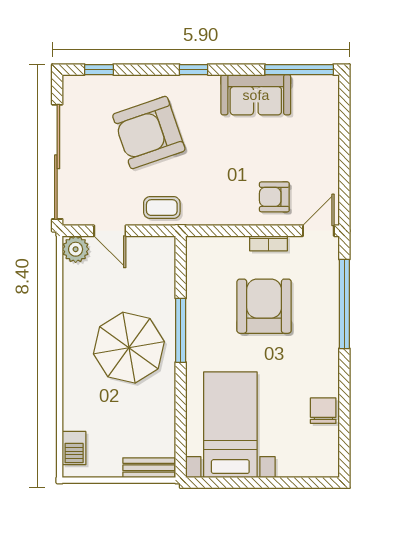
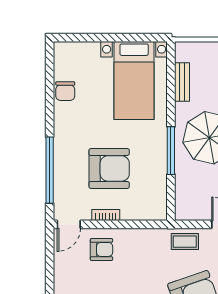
armchair: (264, 306) -> (109, 168), turned -90
bench: (149, 468) -> (182, 82), moved, turned 90

